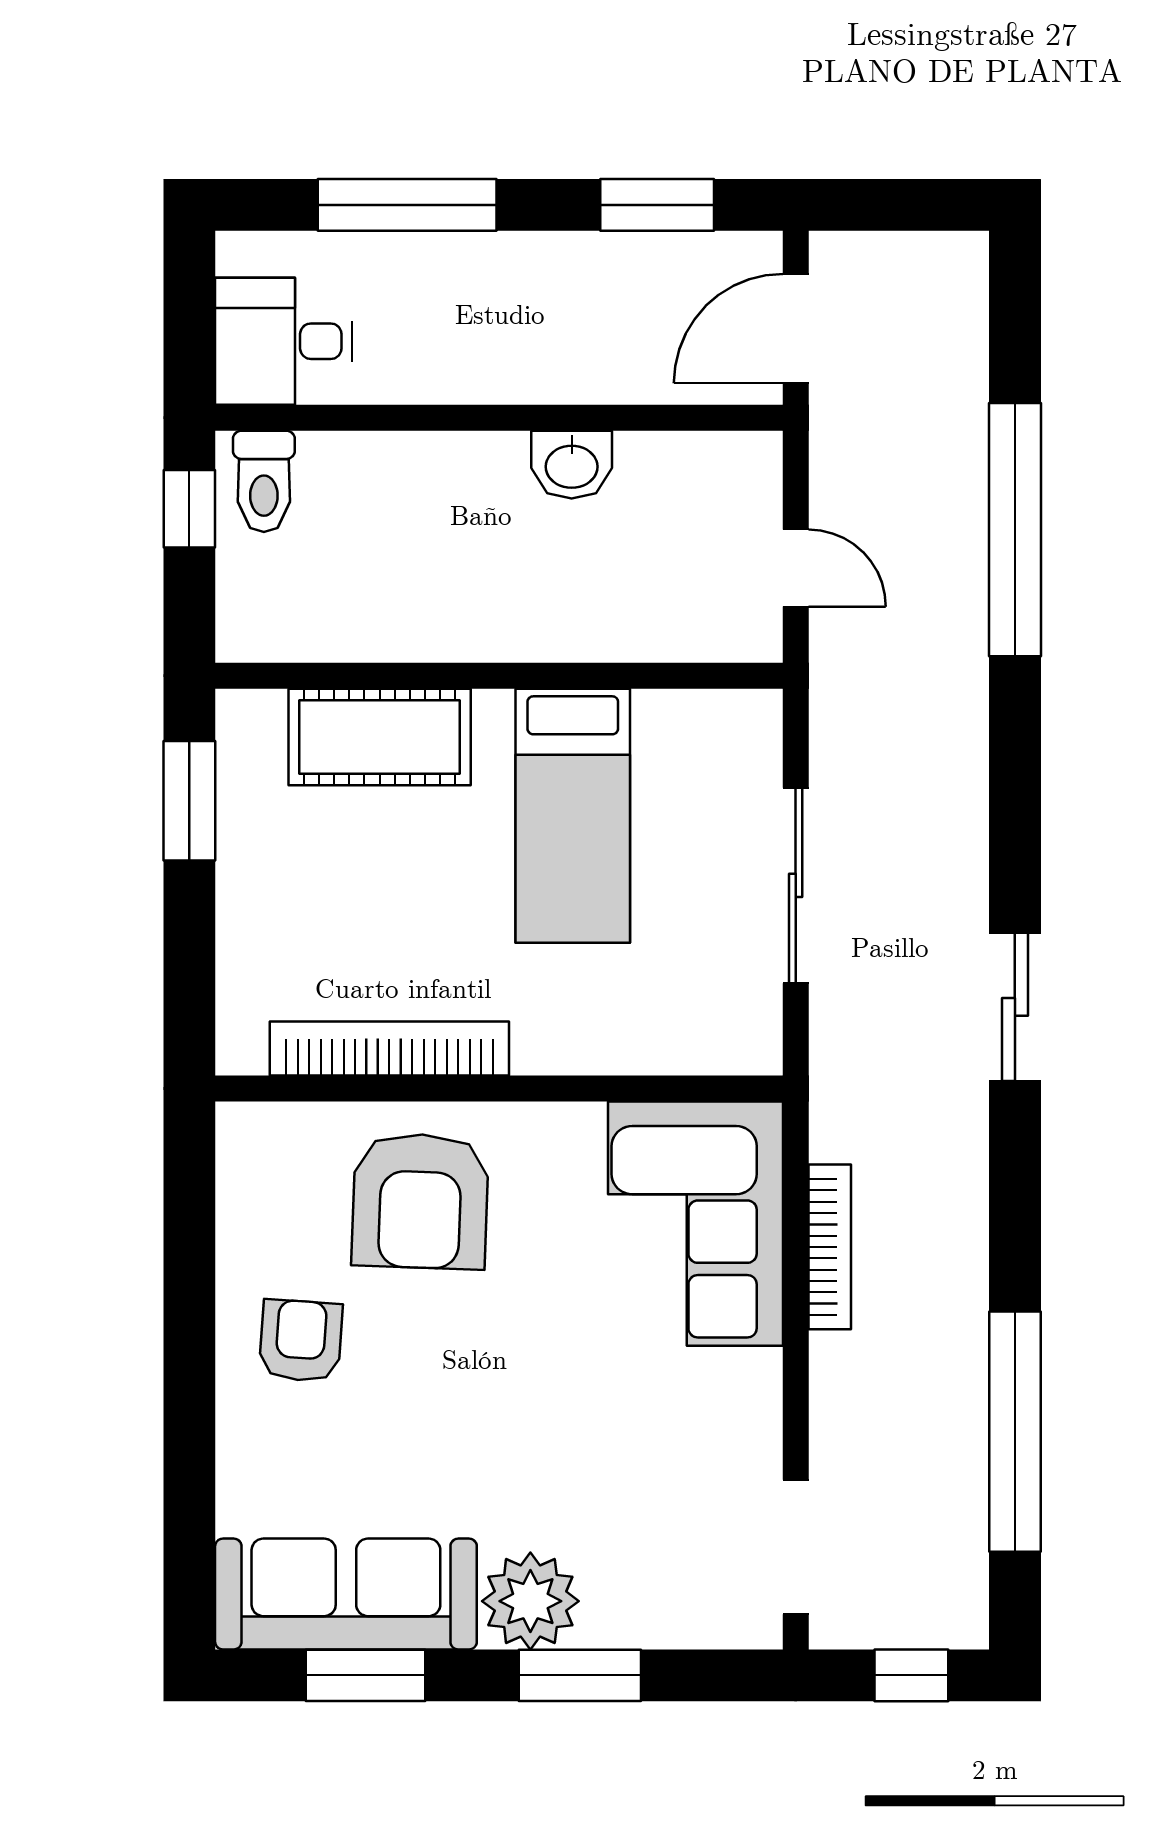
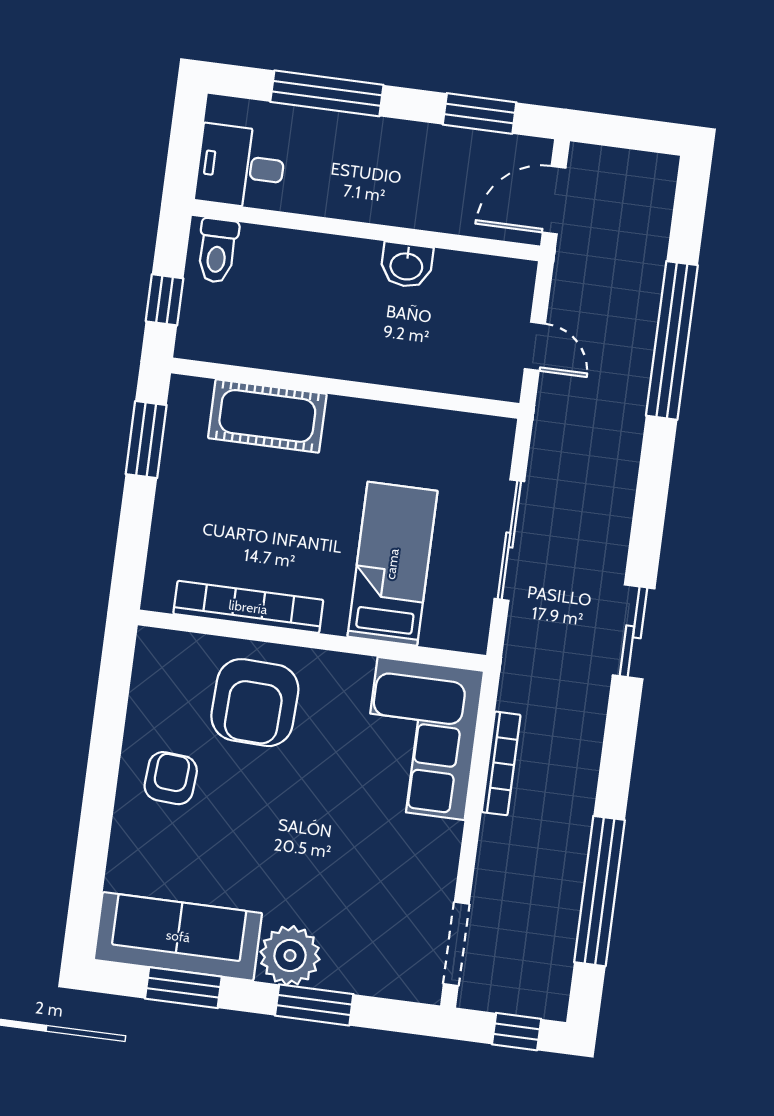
window: (189, 509) -> (165, 300), moved
bed: (573, 816) -> (392, 564), moved, turned 180

